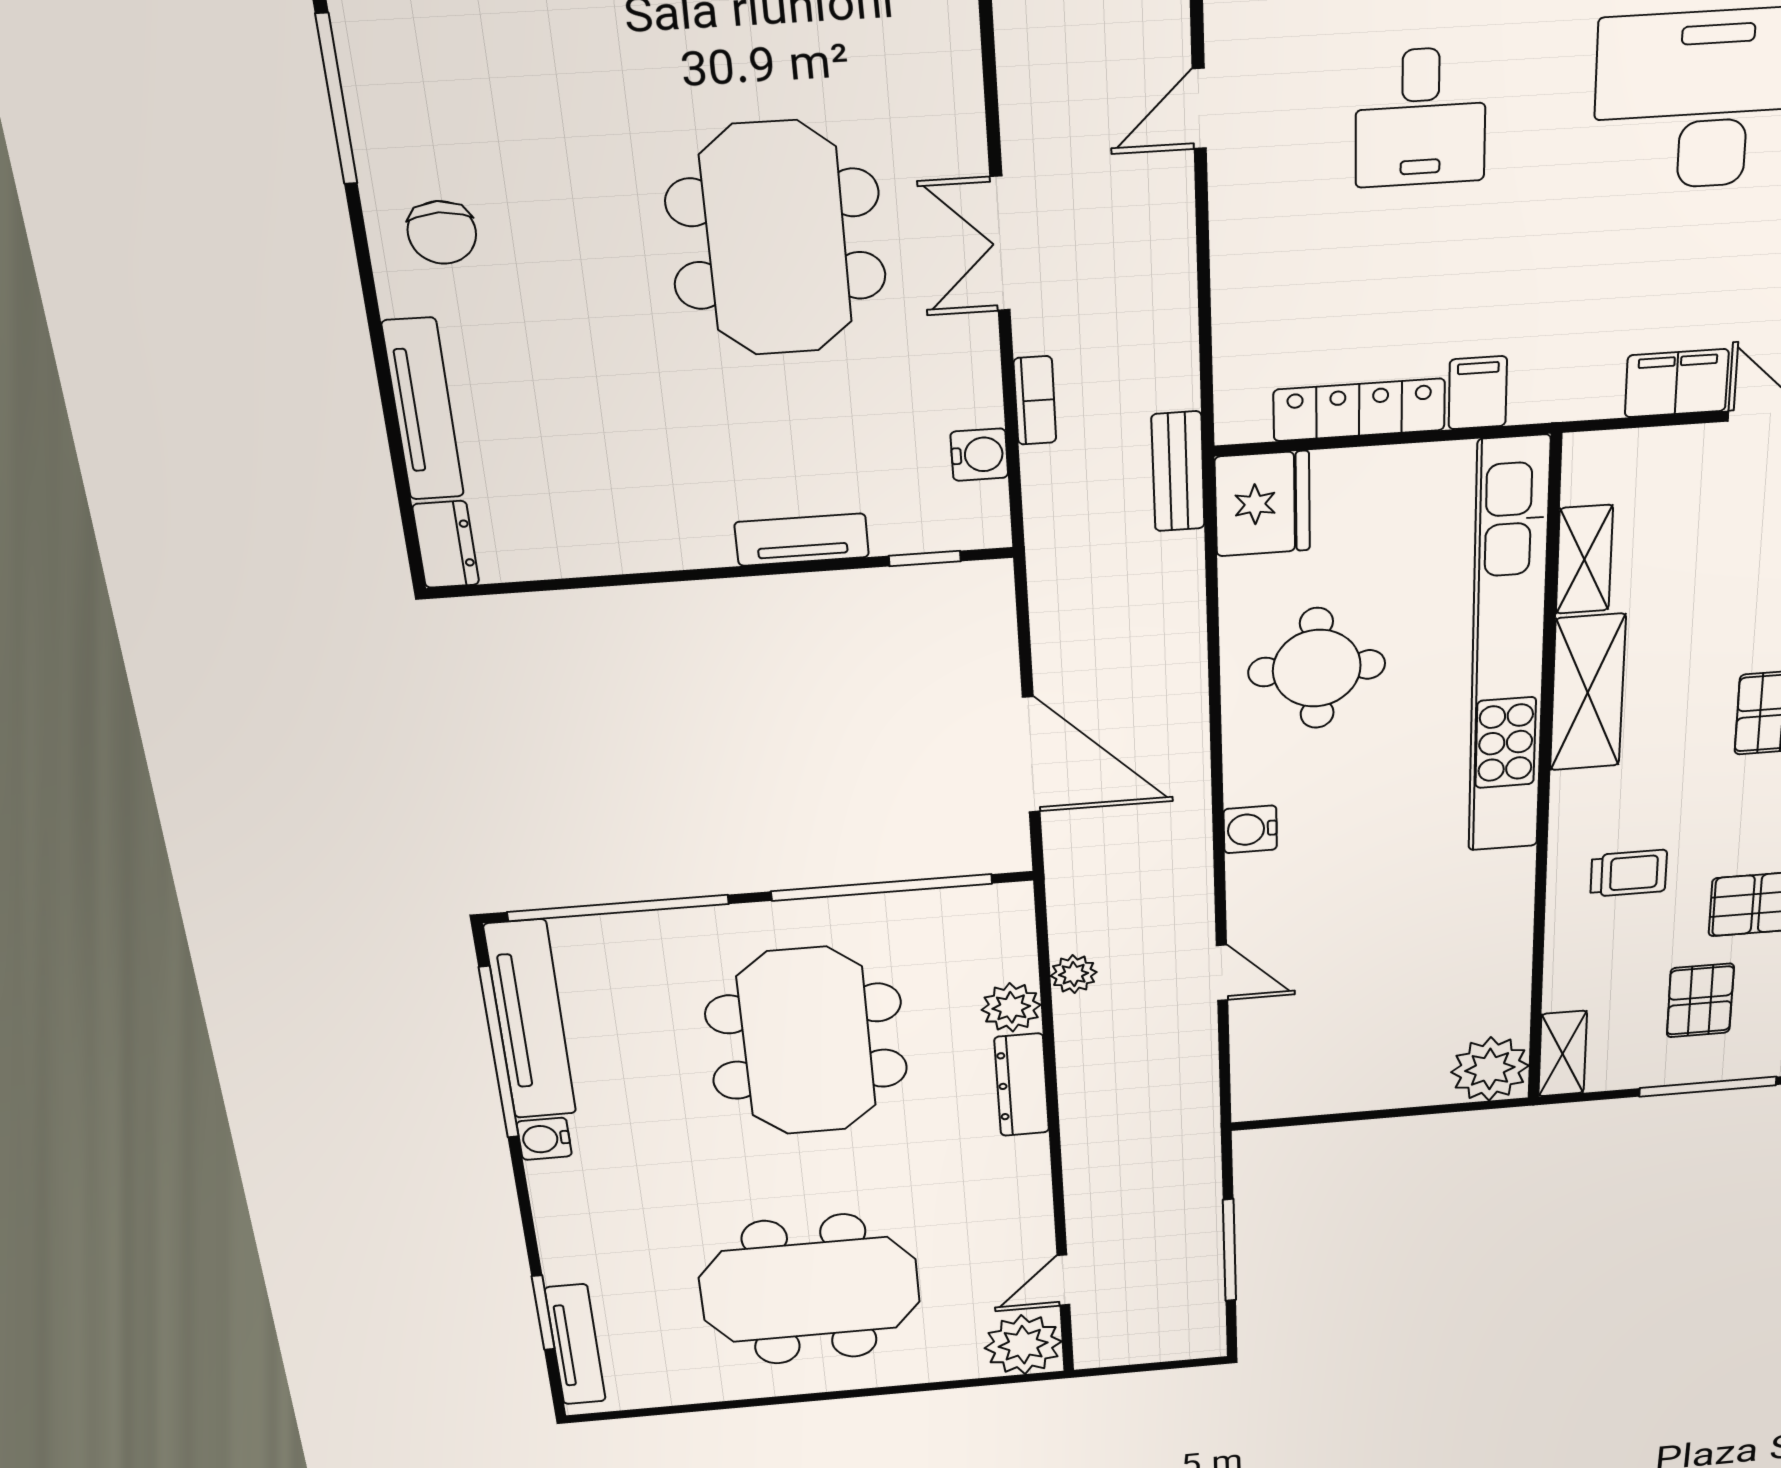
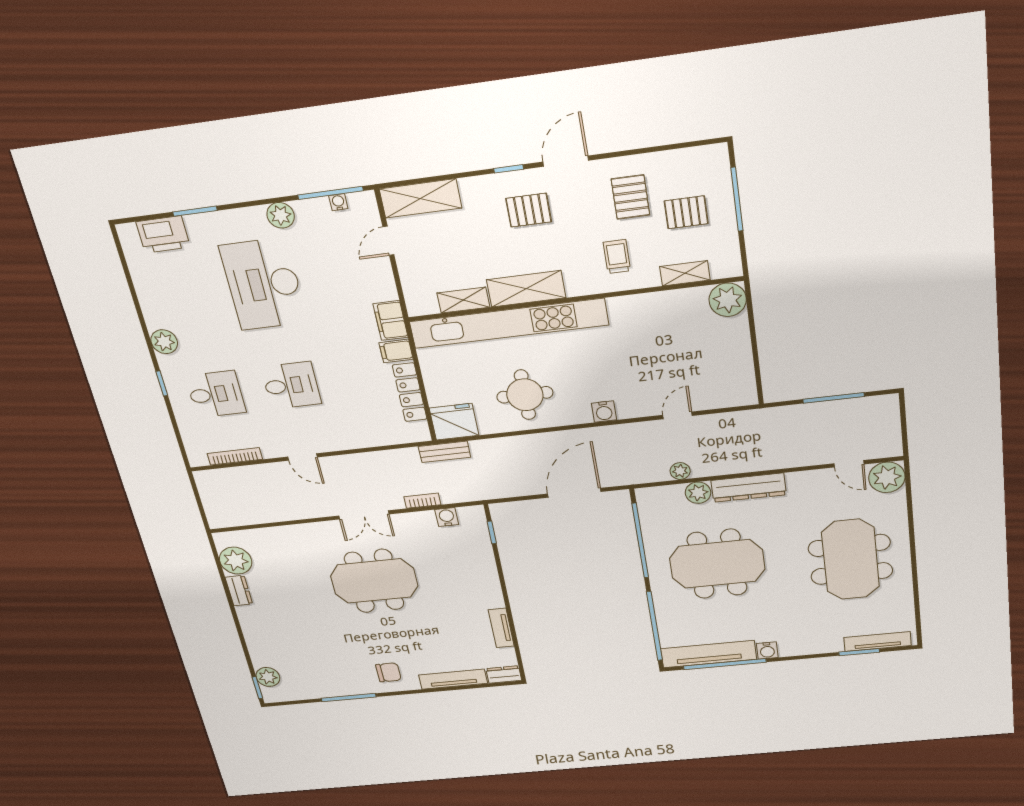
filing cabinet: (1677, 383) -> (391, 320), moved
tv unit: (802, 540) -> (501, 628), moved
shelving: (1563, 1054) -> (685, 273), moved
dresser: (1022, 1085) -> (749, 488), width x1.37, depth x1.24

